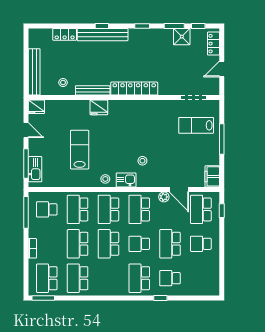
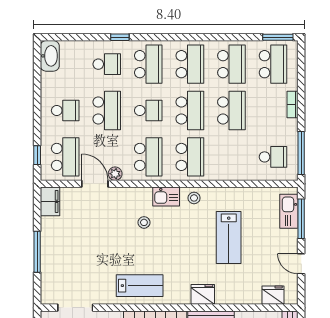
fridge: (36, 107) -> (273, 295), moved
lab bench: (196, 125) -> (140, 286), moved
school desk: (78, 209) -> (190, 64), moved
washbasin: (212, 284) -> (50, 56), added

